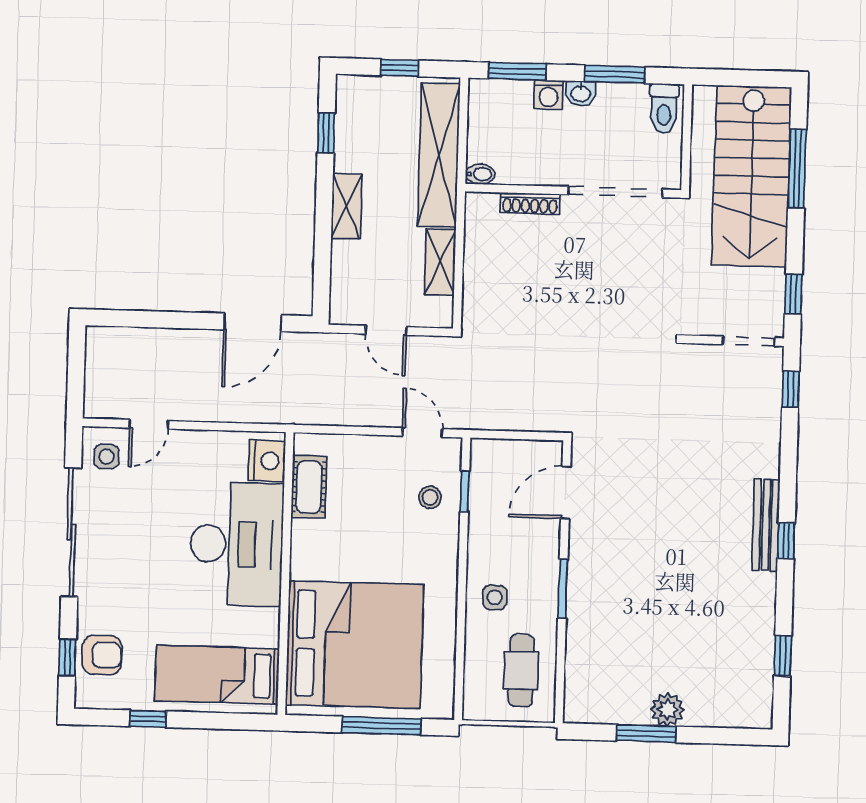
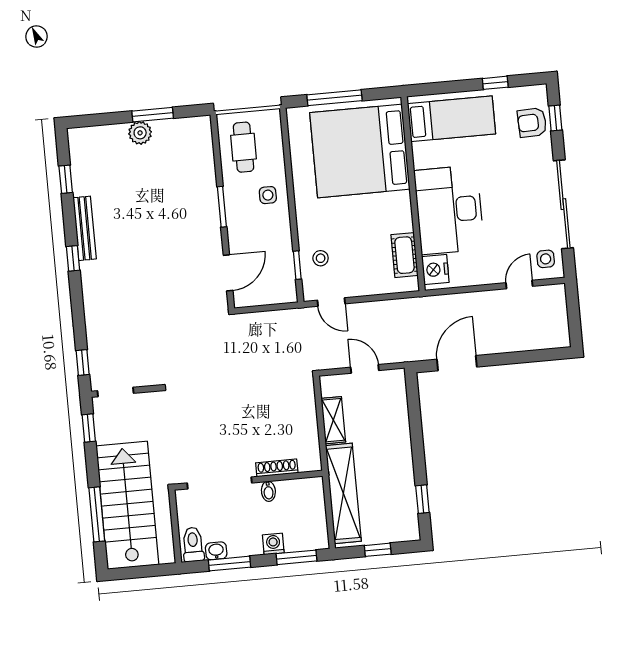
washbasin: (581, 93) -> (216, 551), moved
bidet: (480, 174) -> (268, 491), moved, turned -90
shelving: (346, 206) -> (402, 451), removed
bench: (766, 525) -> (85, 228), moved

